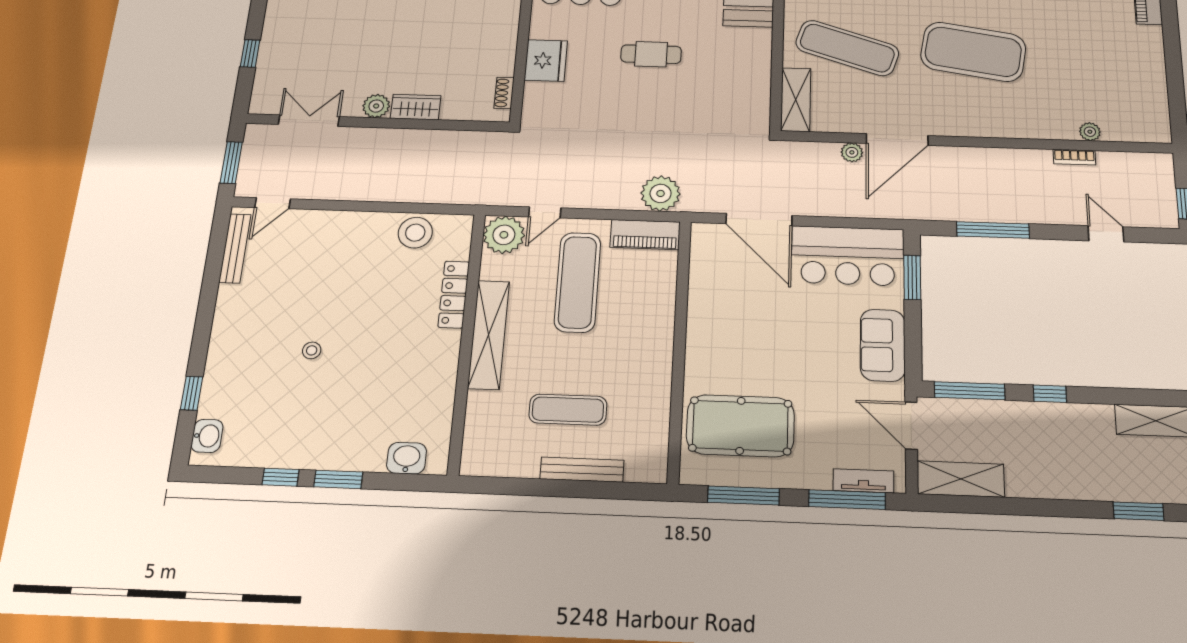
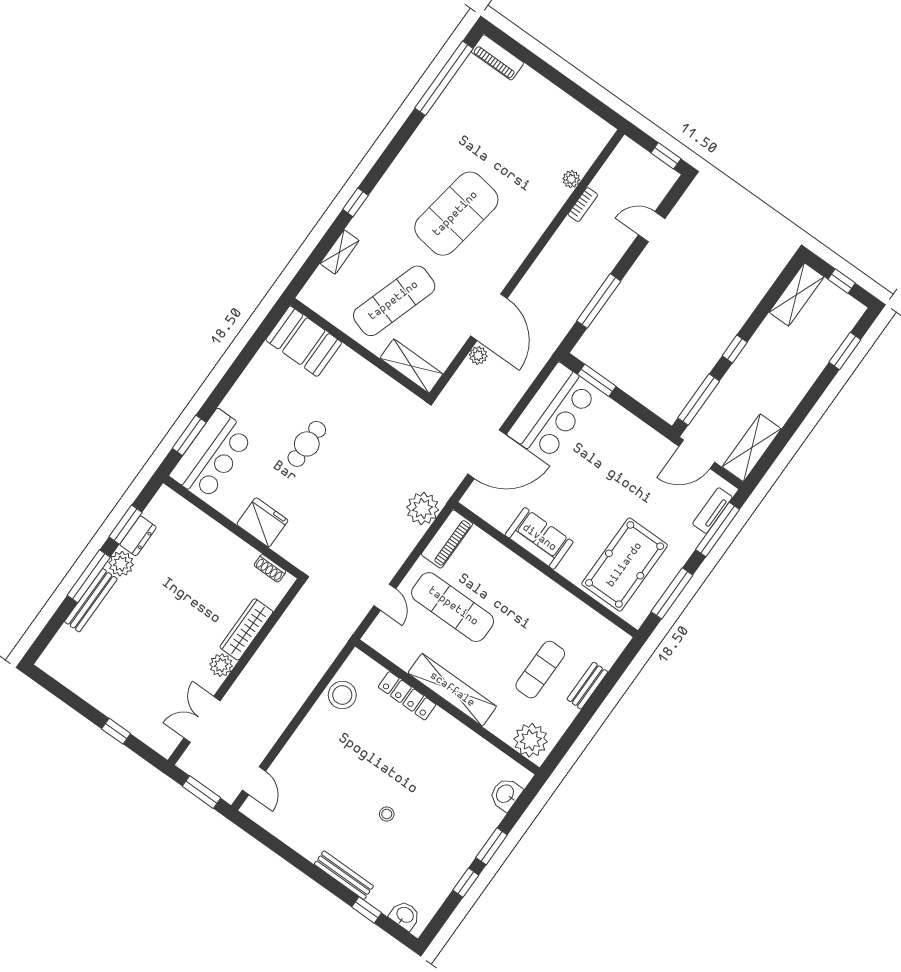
wardrobe: (416, 107) -> (246, 629), width x1.50
plant: (504, 235) -> (531, 740), moved
bench: (235, 248) -> (344, 875), moved
sofa: (883, 345) -> (539, 538), moved, turned 180
bench: (582, 470) -> (587, 686), width x0.73

